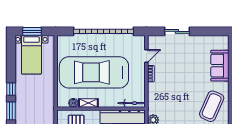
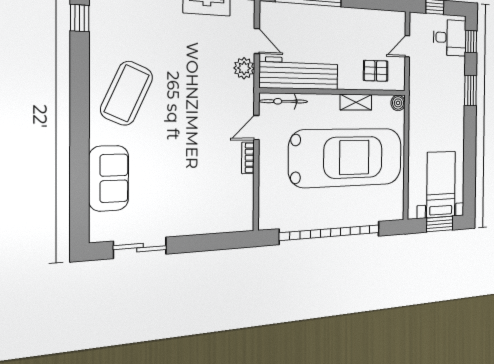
sliding door: (177, 31) -> (140, 248), moved
door: (146, 56) -> (256, 128), moved
window: (11, 89) -> (470, 126), removed
boiler: (73, 103) -> (398, 103), moved

